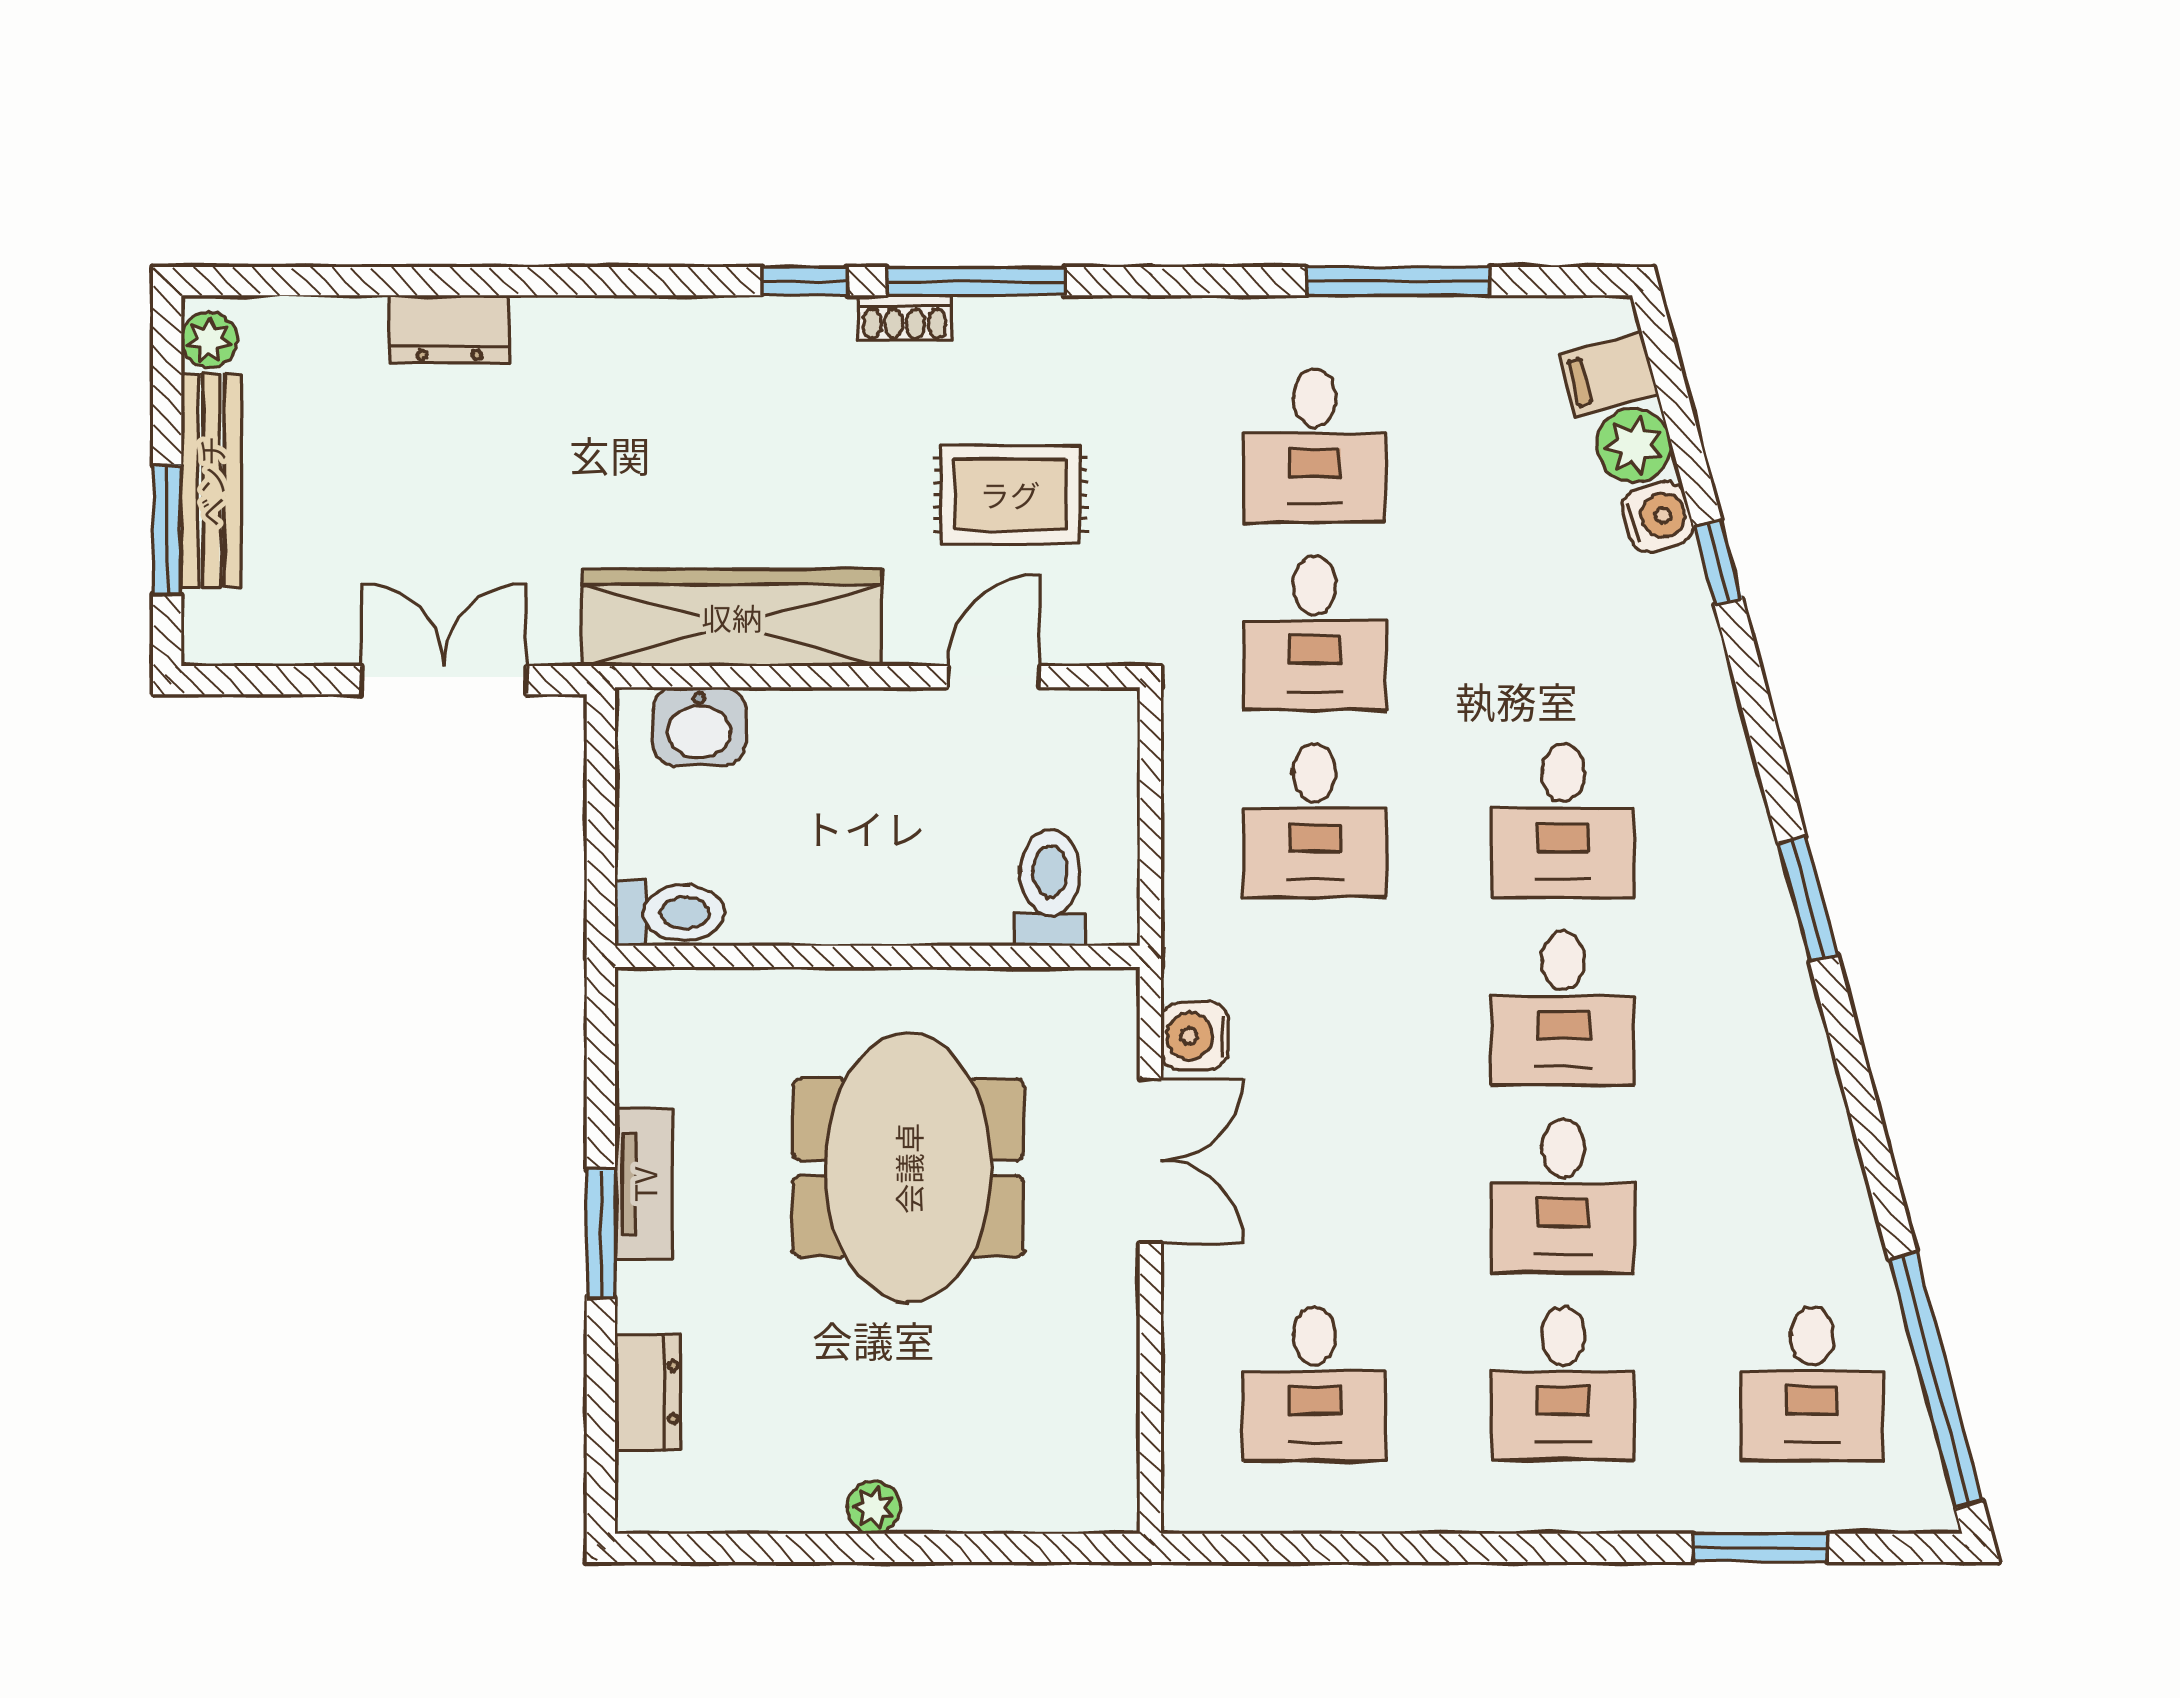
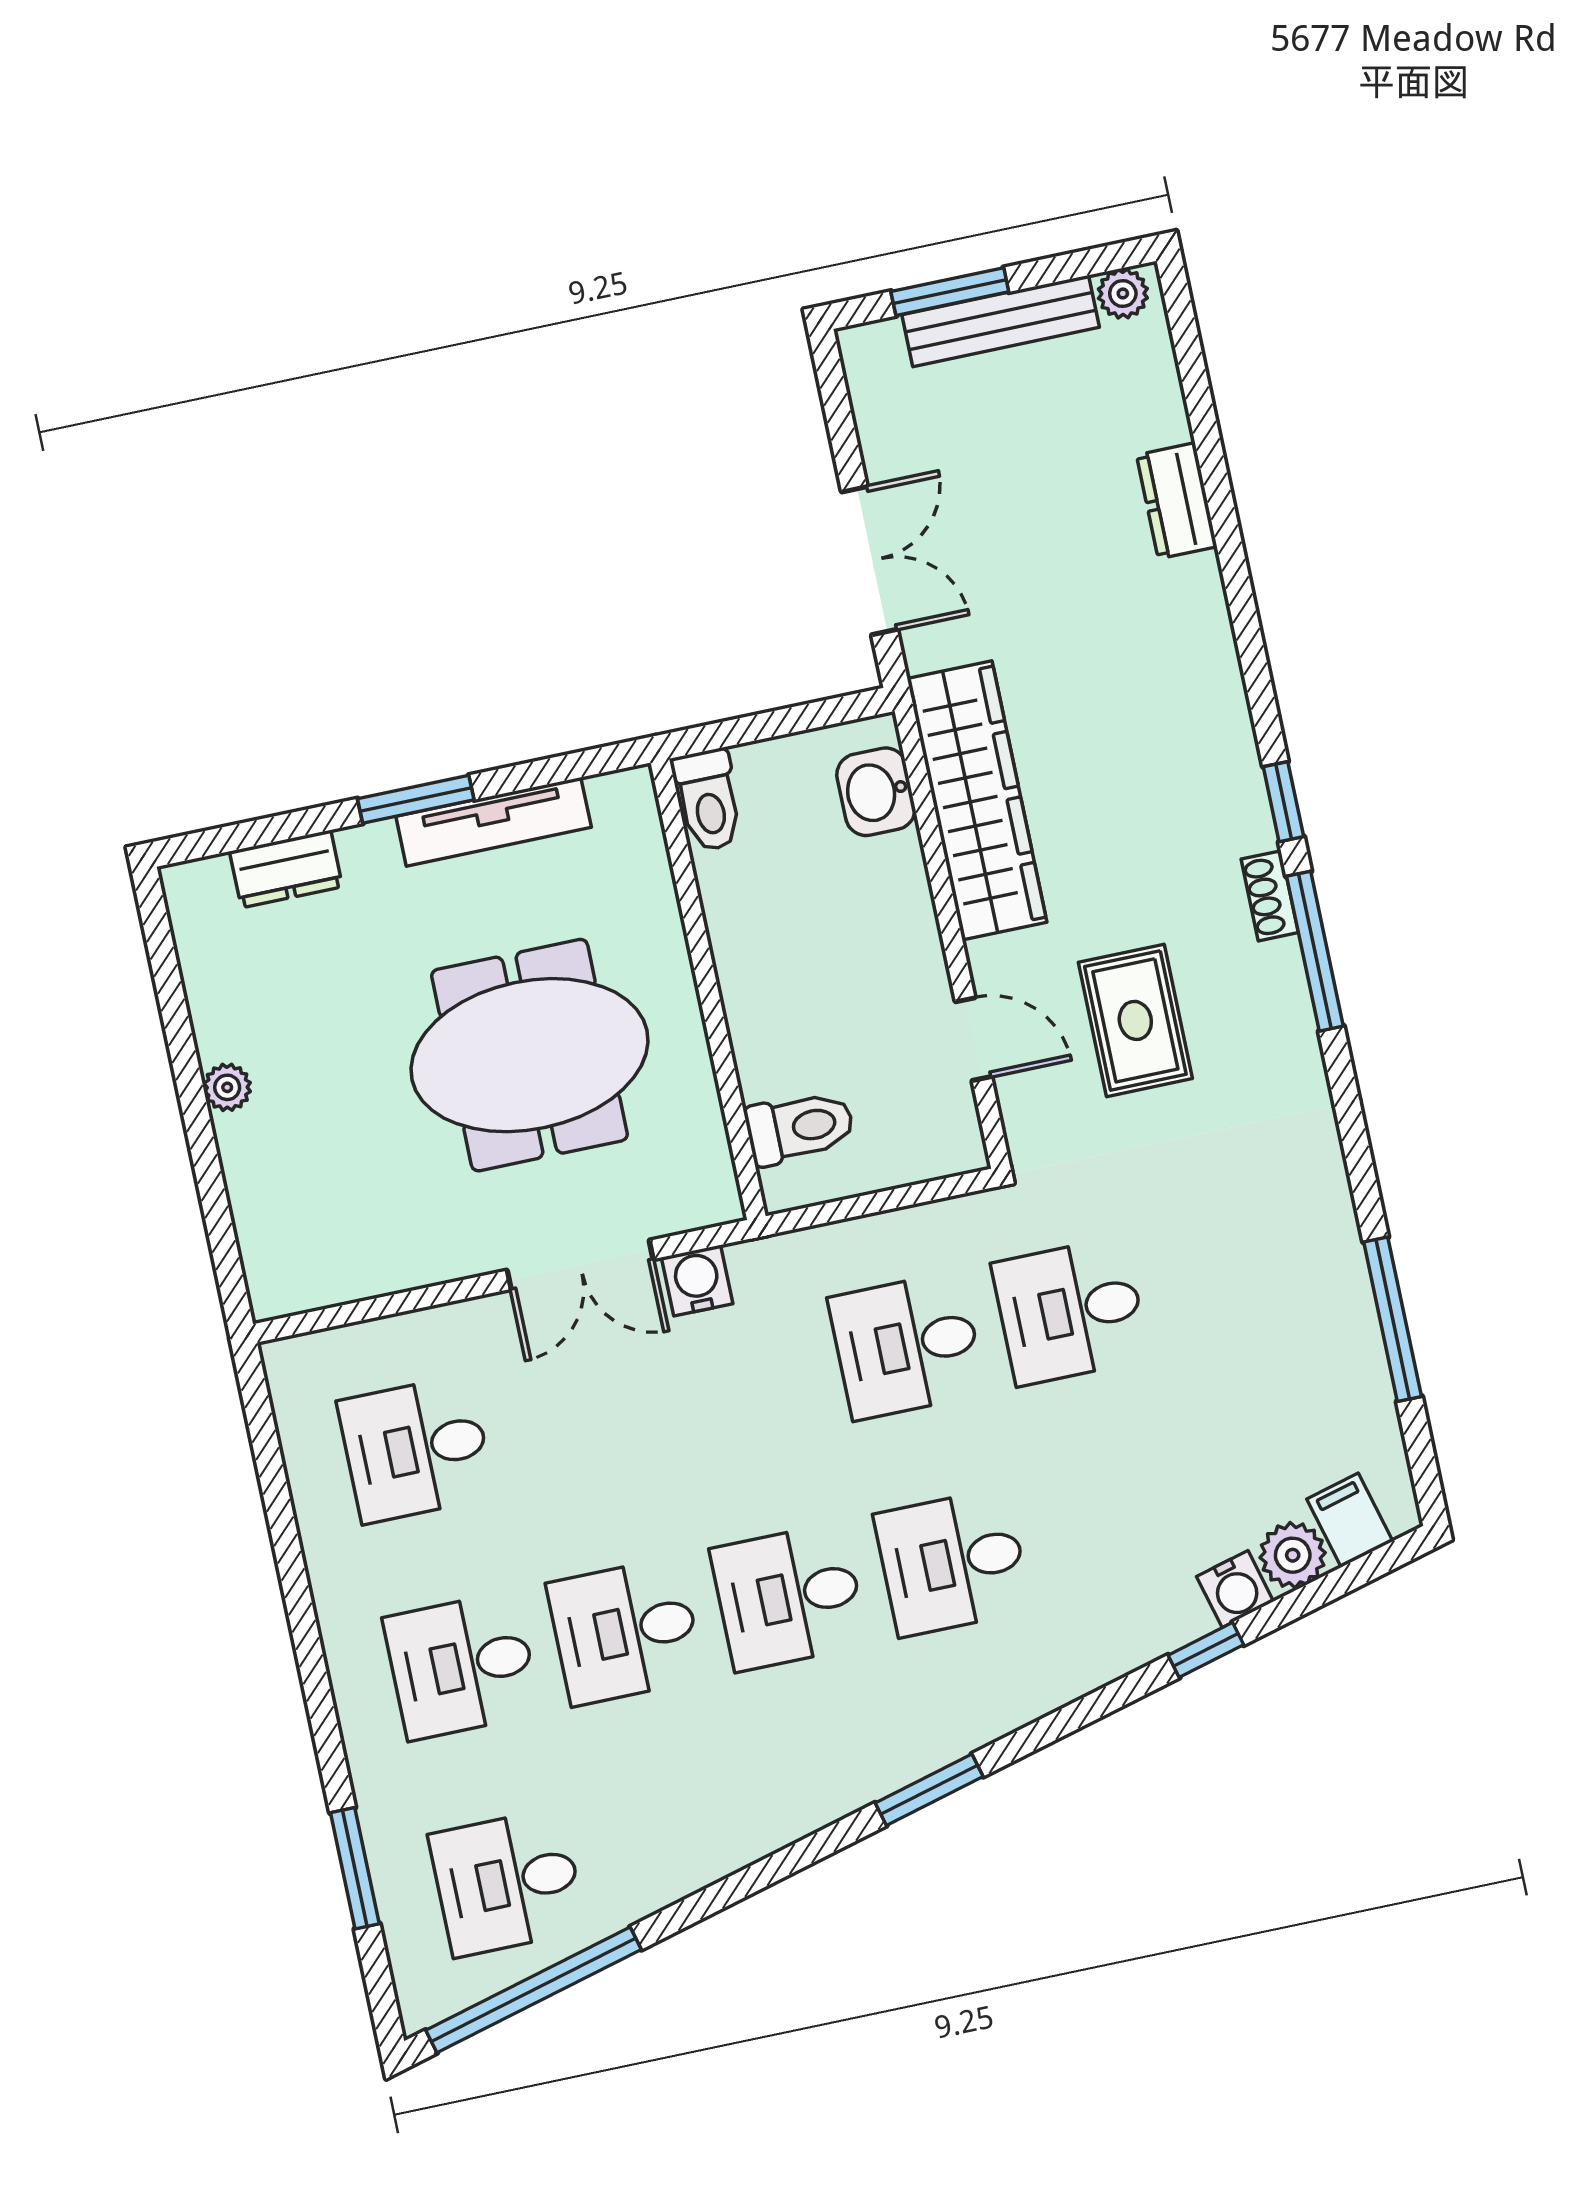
desk: (1315, 445) -> (1234, 1277), removed
tv unit: (644, 1184) -> (494, 822), width x1.41

